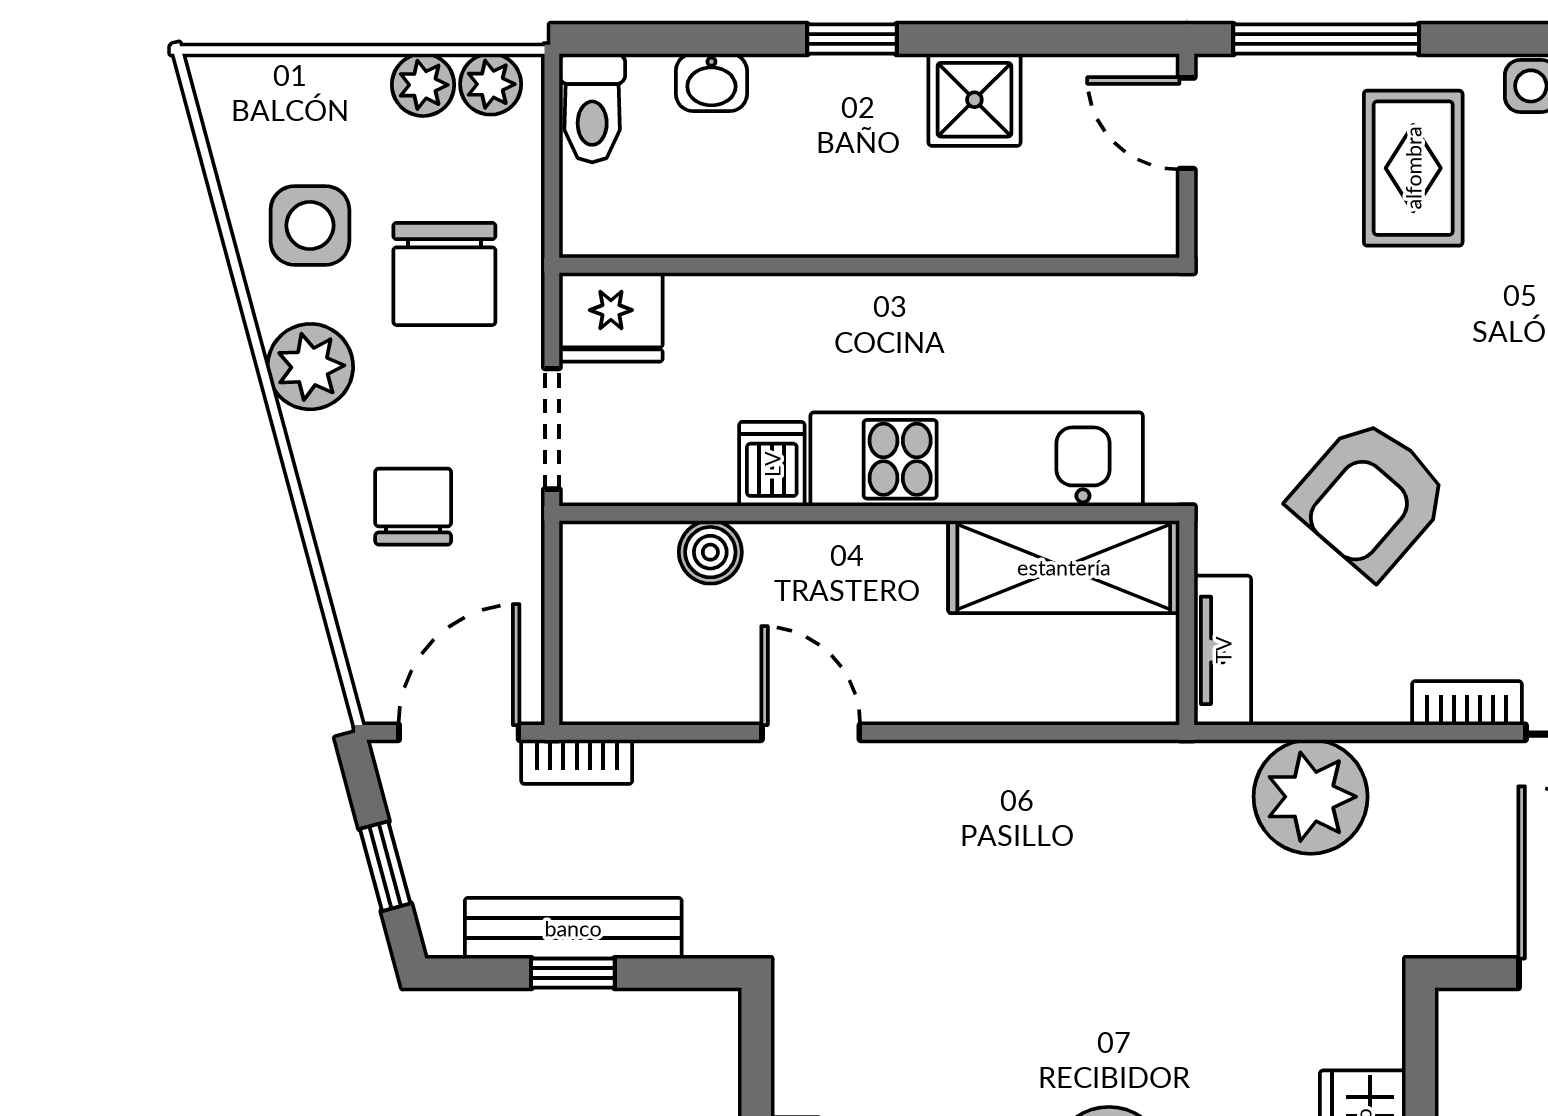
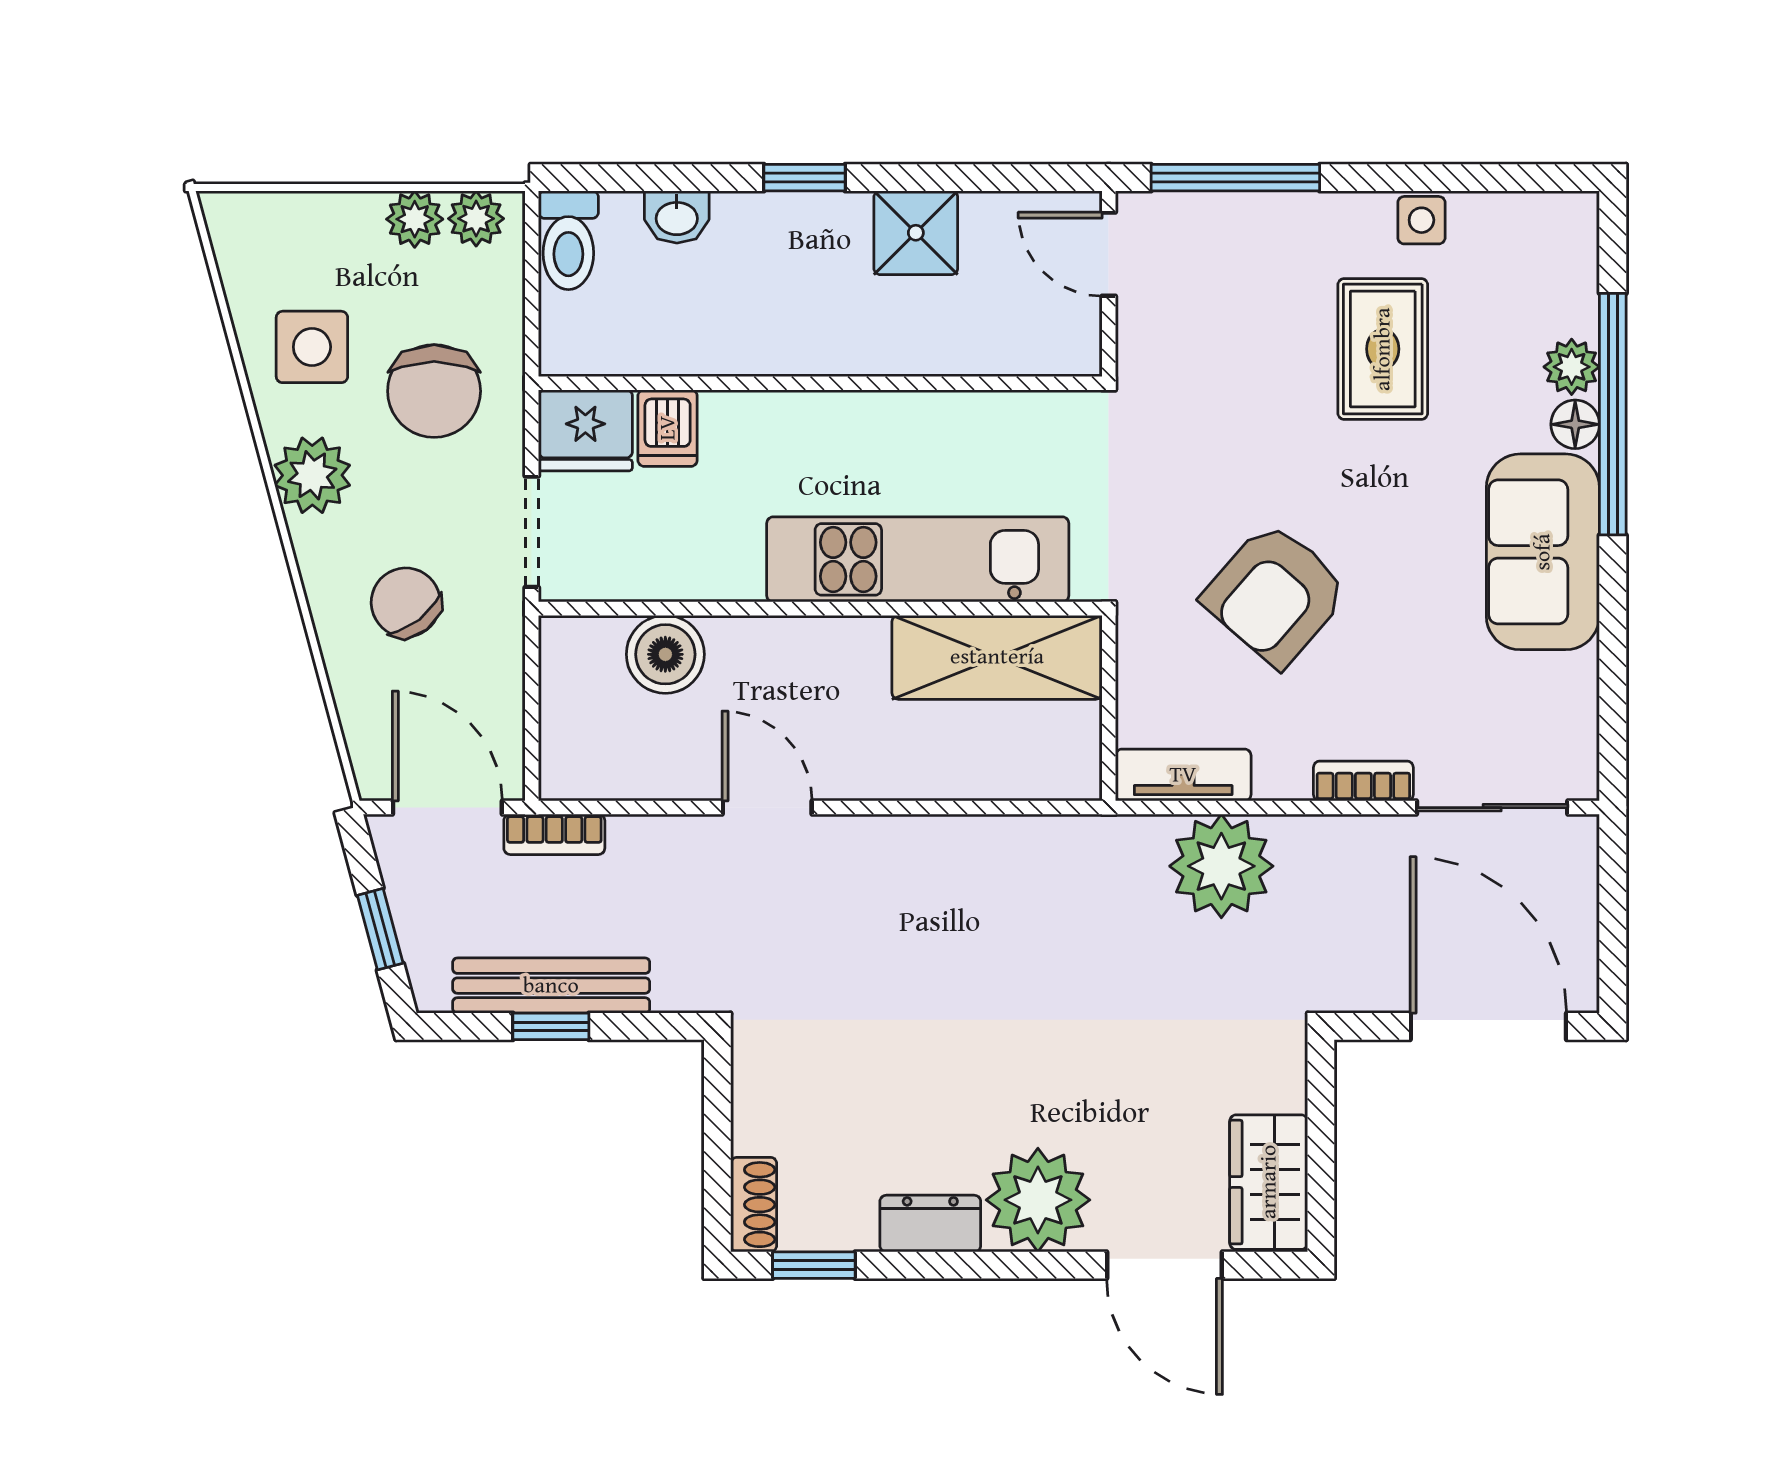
rug: (1413, 168) -> (1383, 349), moved
dishwasher: (772, 464) -> (668, 428), moved, turned 180
chair: (413, 507) -> (406, 602), turned -38
boiler: (710, 552) -> (665, 654), width x1.36, depth x1.36
tv unit: (1223, 650) -> (1183, 775), moved, turned -90
door: (459, 732) -> (447, 808), hinge flipped

